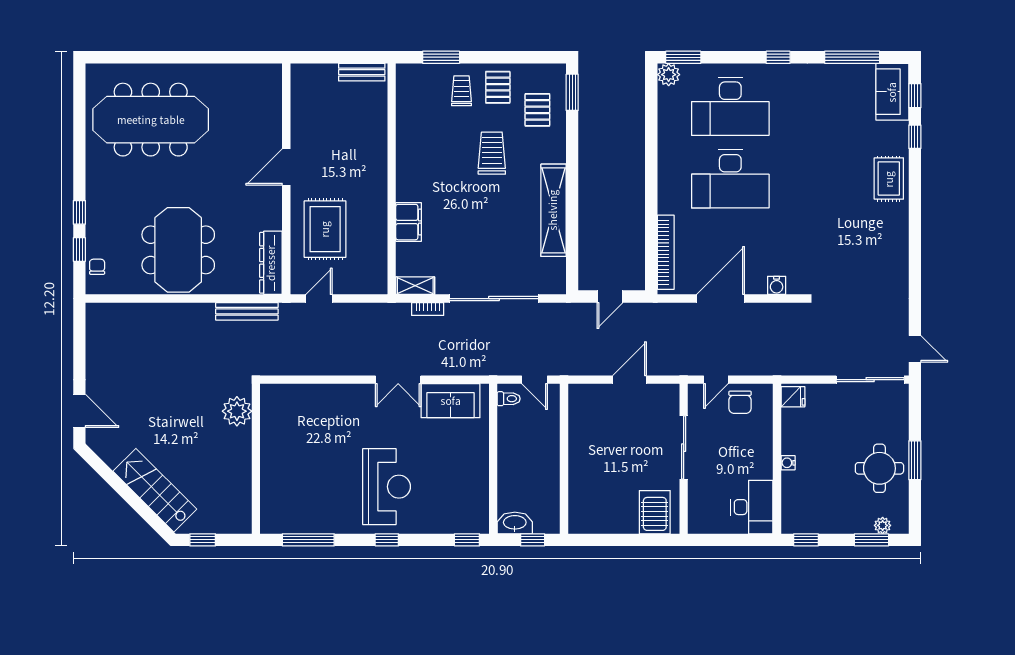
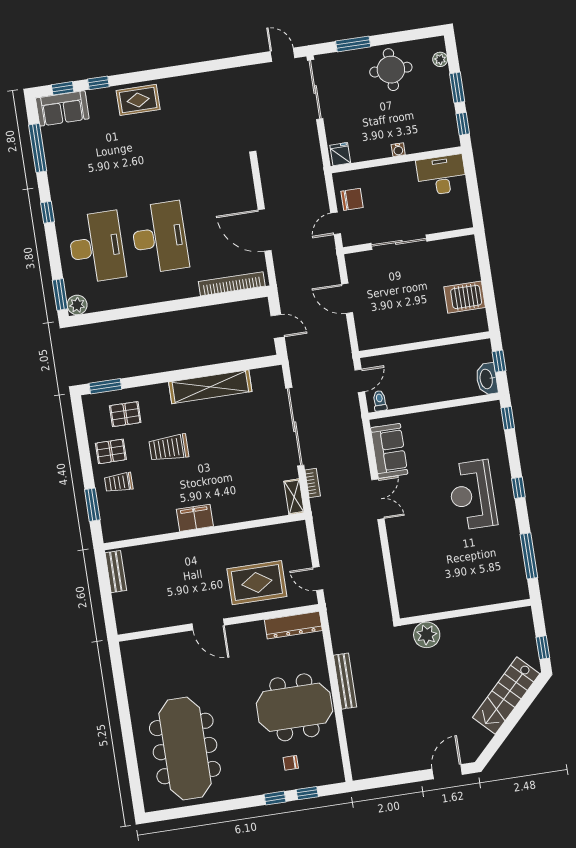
filing cabinet: (409, 222) -> (195, 518), moved
chair: (97, 267) -> (291, 763), moved
water cooler: (777, 285) -> (246, 183), removed
bench: (247, 311) -> (345, 681), moved
door: (915, 349) -> (283, 55), hinge flipped
door: (716, 380) -> (336, 223), swing flipped
window: (915, 460) -> (353, 44), moved
reception desk: (387, 487) -> (472, 495), turned -90
server rack: (655, 512) -> (465, 297), moved
window: (871, 540) -> (457, 88), moved

